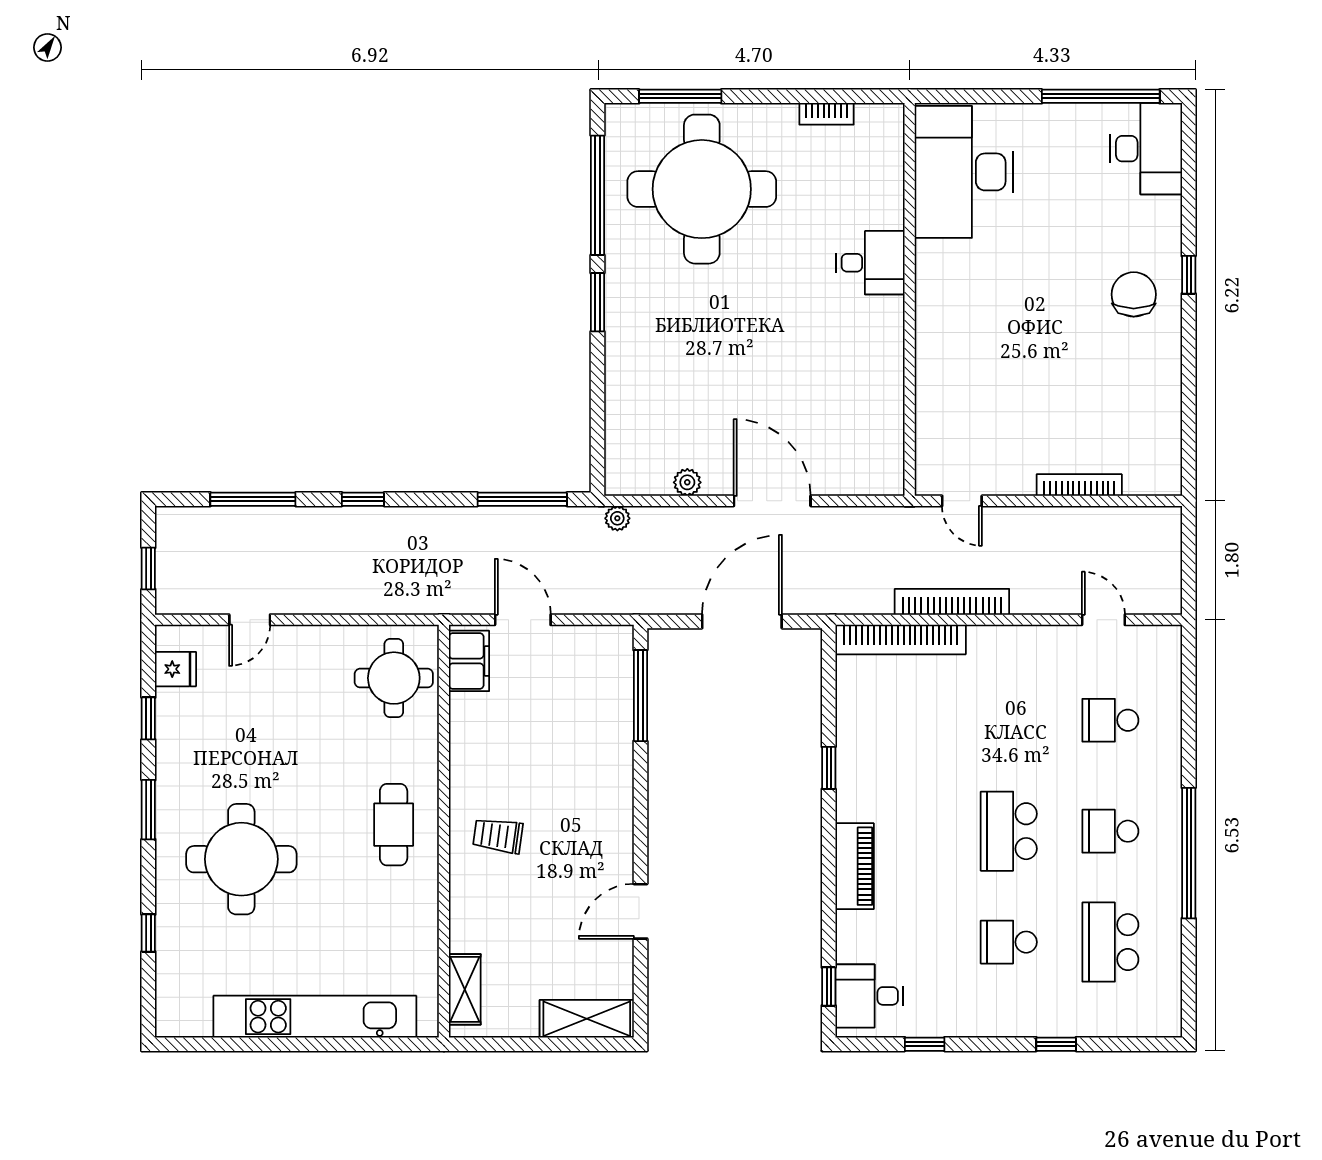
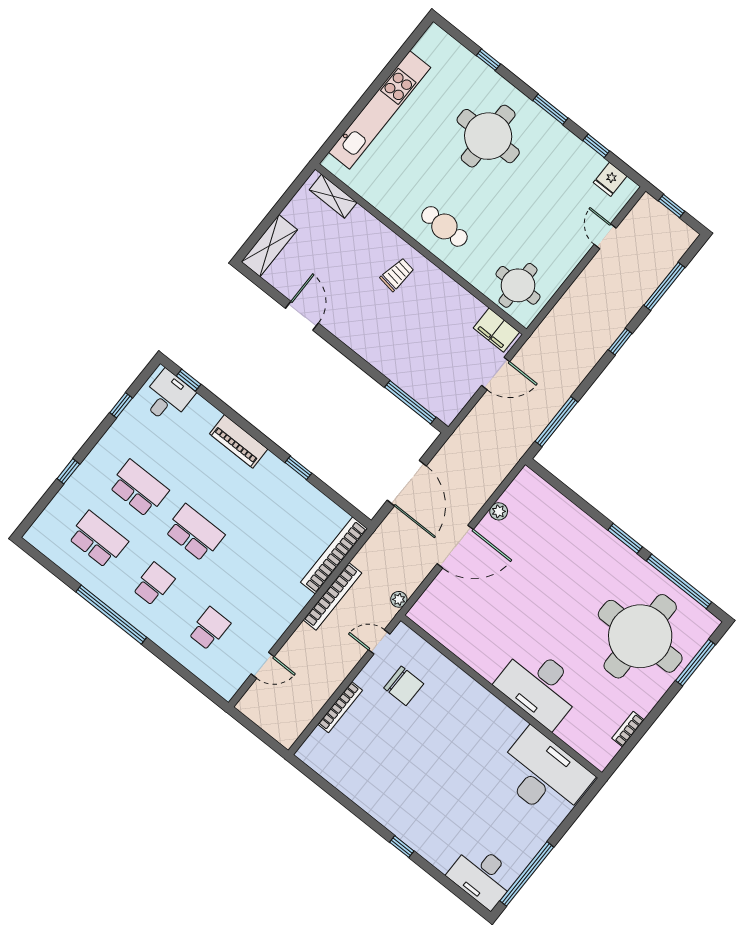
desk: (870, 263) -> (540, 686), width x1.87, depth x1.30
chair: (1134, 294) -> (404, 686), moved
plant: (617, 518) -> (399, 599), moved
school desk: (1009, 942) -> (139, 488), width x1.85

